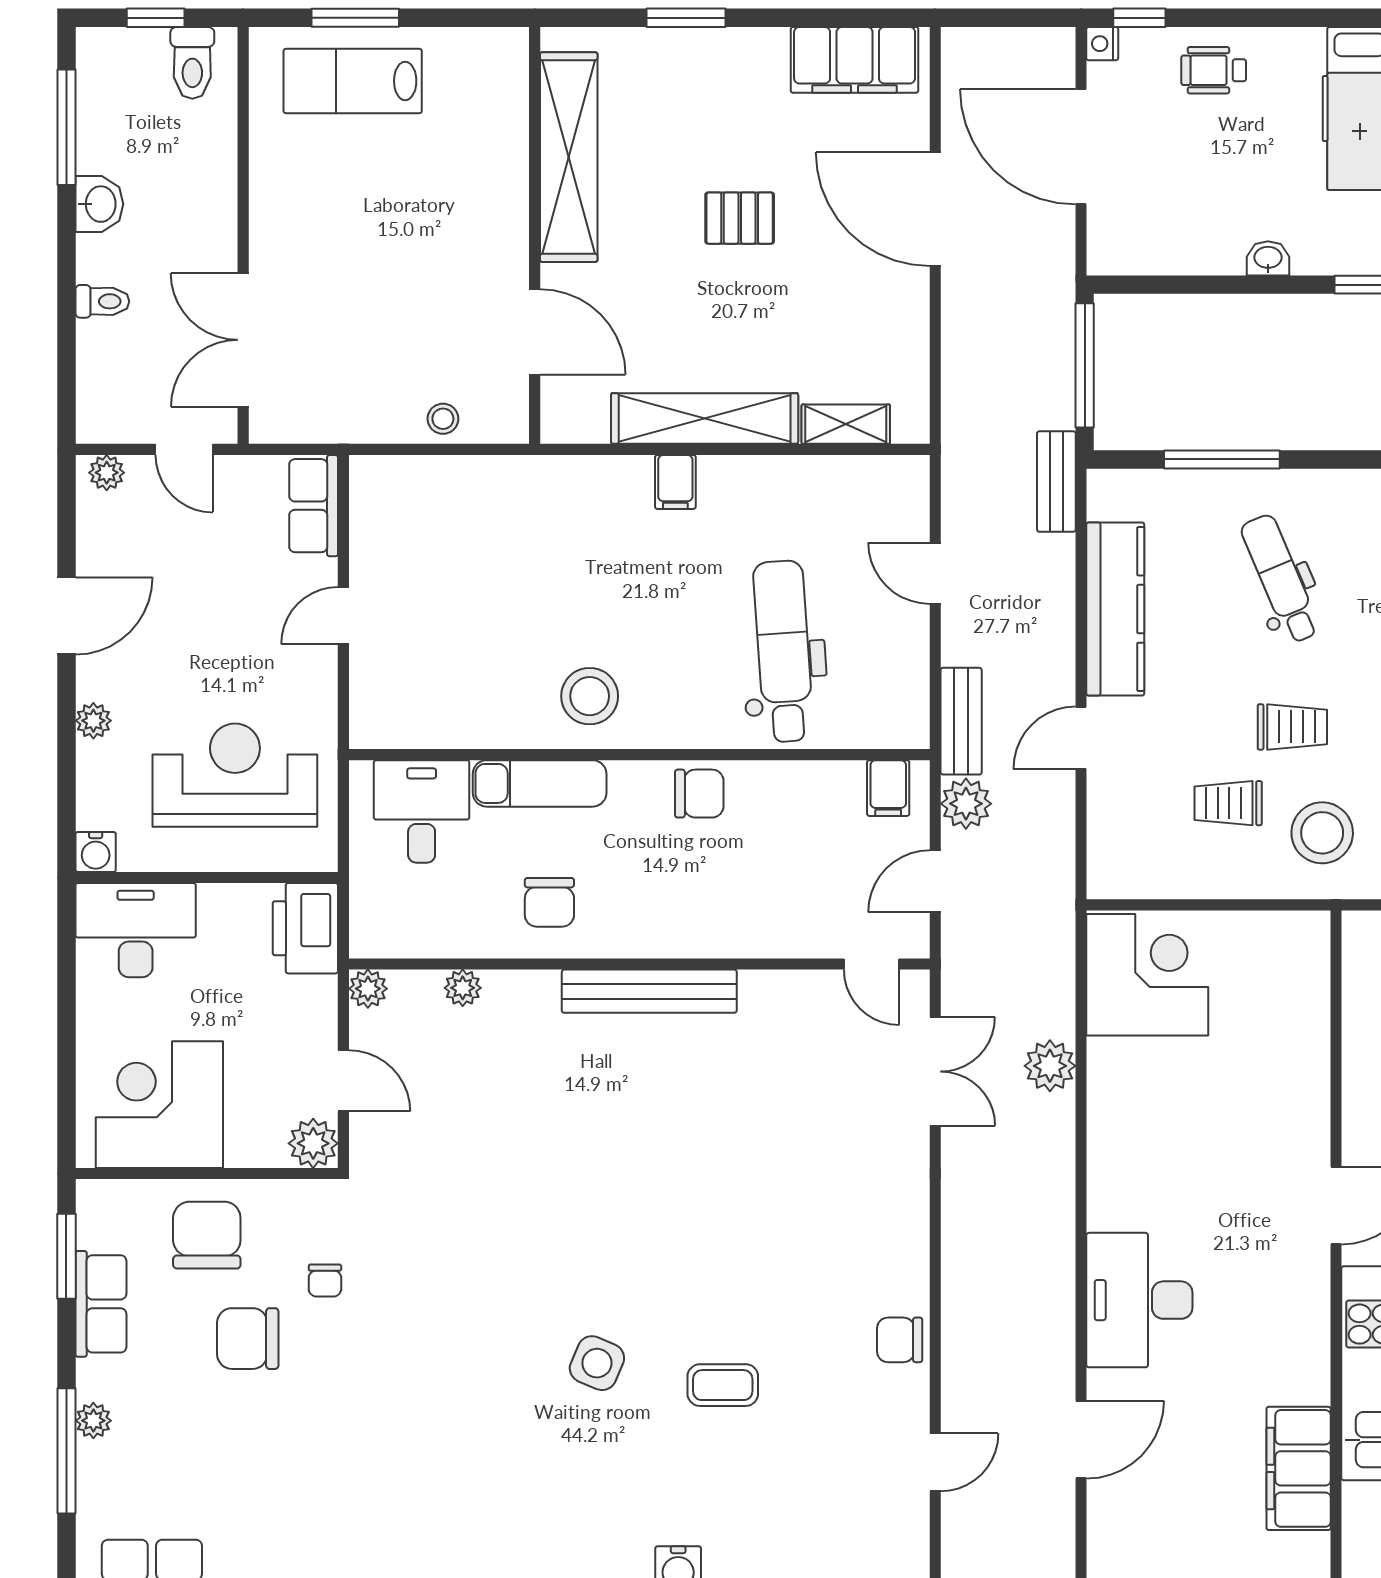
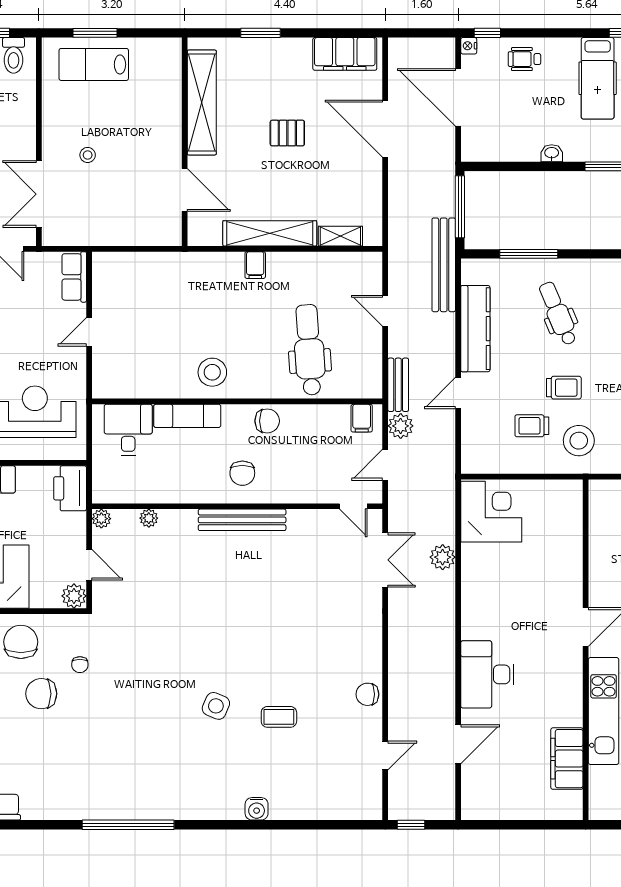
stool: (443, 419) -> (88, 155), moved
bench: (1056, 482) -> (444, 265), width x1.86, depth x1.21
chair: (549, 902) -> (242, 473), moved

